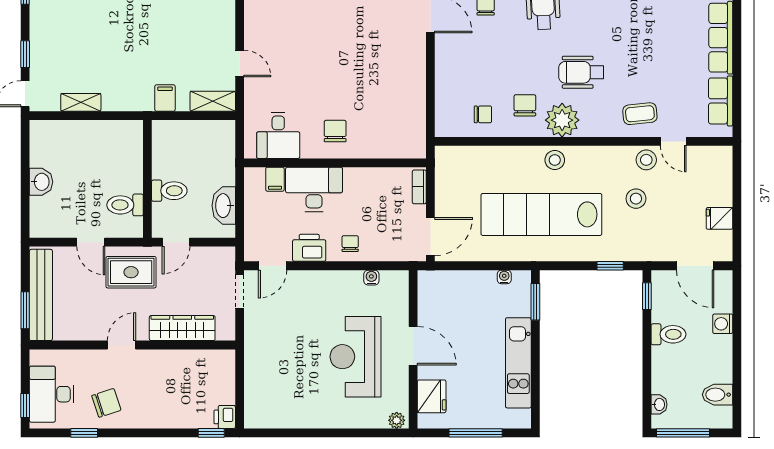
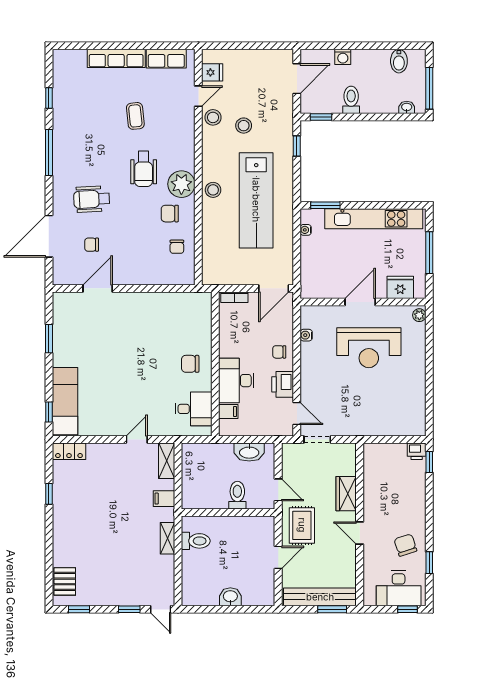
shelving: (81, 102) -> (167, 538), moved
chair: (483, 114) -> (177, 247), turned 180
coffee table: (640, 114) -> (135, 116), moved
toilet: (125, 205) -> (196, 541), moved, turned -90
fridge: (719, 218) -> (212, 72), moved, turned -90
door: (430, 237) -> (274, 288), swing flipped
wardrobe: (182, 328) -> (346, 494), width x0.67
kitchen unit: (518, 363) -> (374, 219), width x1.36

